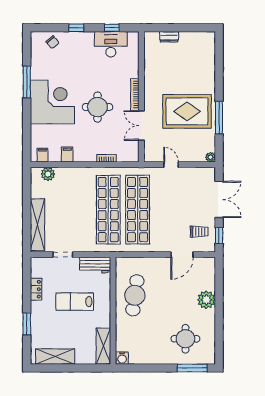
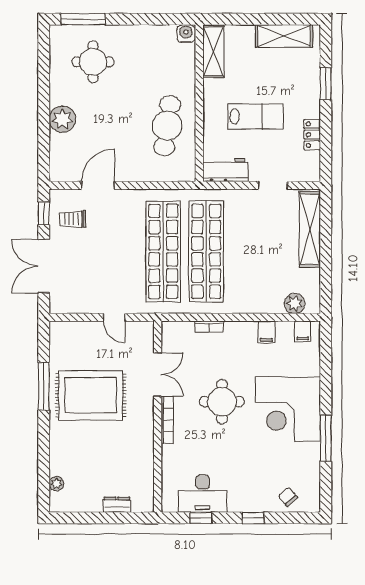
plant: (210, 157) -> (56, 484), moved

